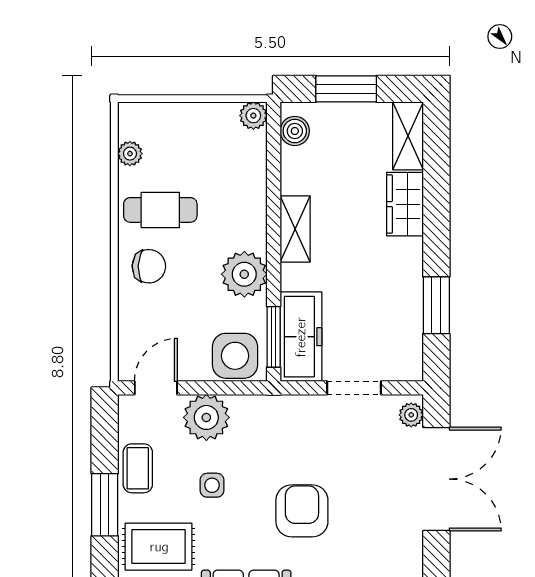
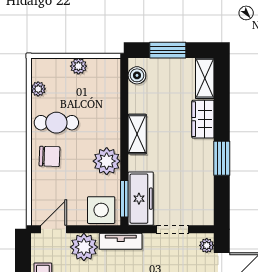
plant: (253, 116) -> (78, 66), moved
window: (436, 305) -> (222, 158), moved
tv unit: (268, 408) -> (121, 241), added

